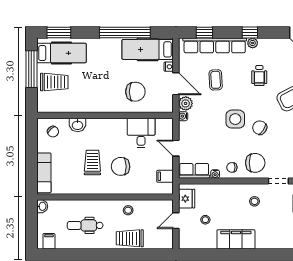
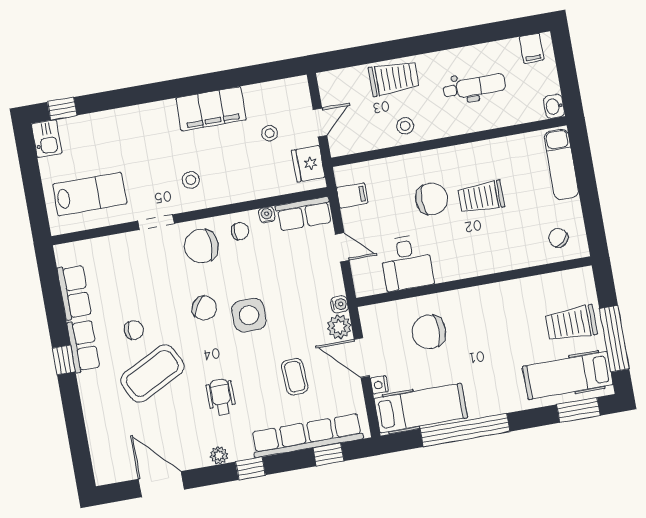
plant: (253, 43) -> (219, 455), moved
washbasin: (78, 125) -> (518, 257), removed
trolley: (92, 163) -> (481, 197), turned 90

